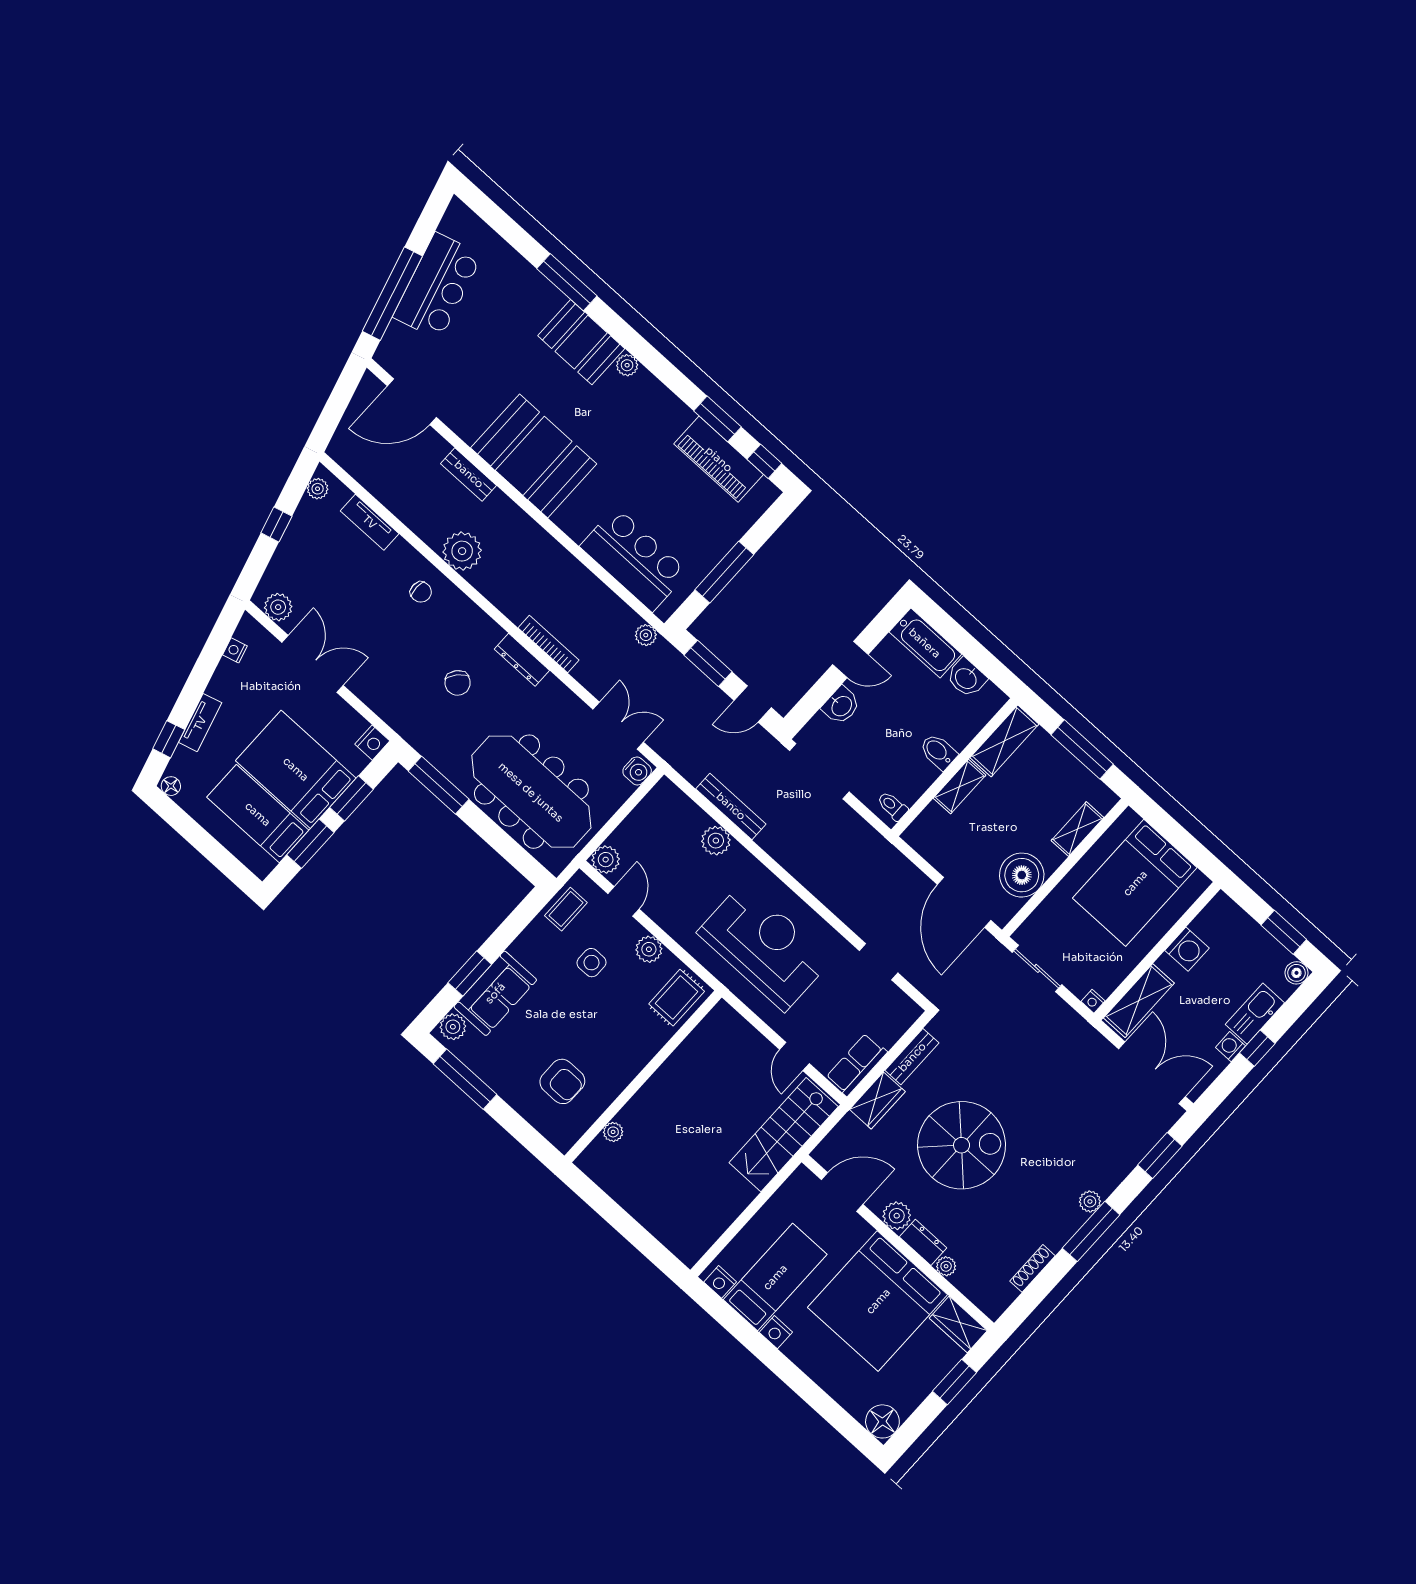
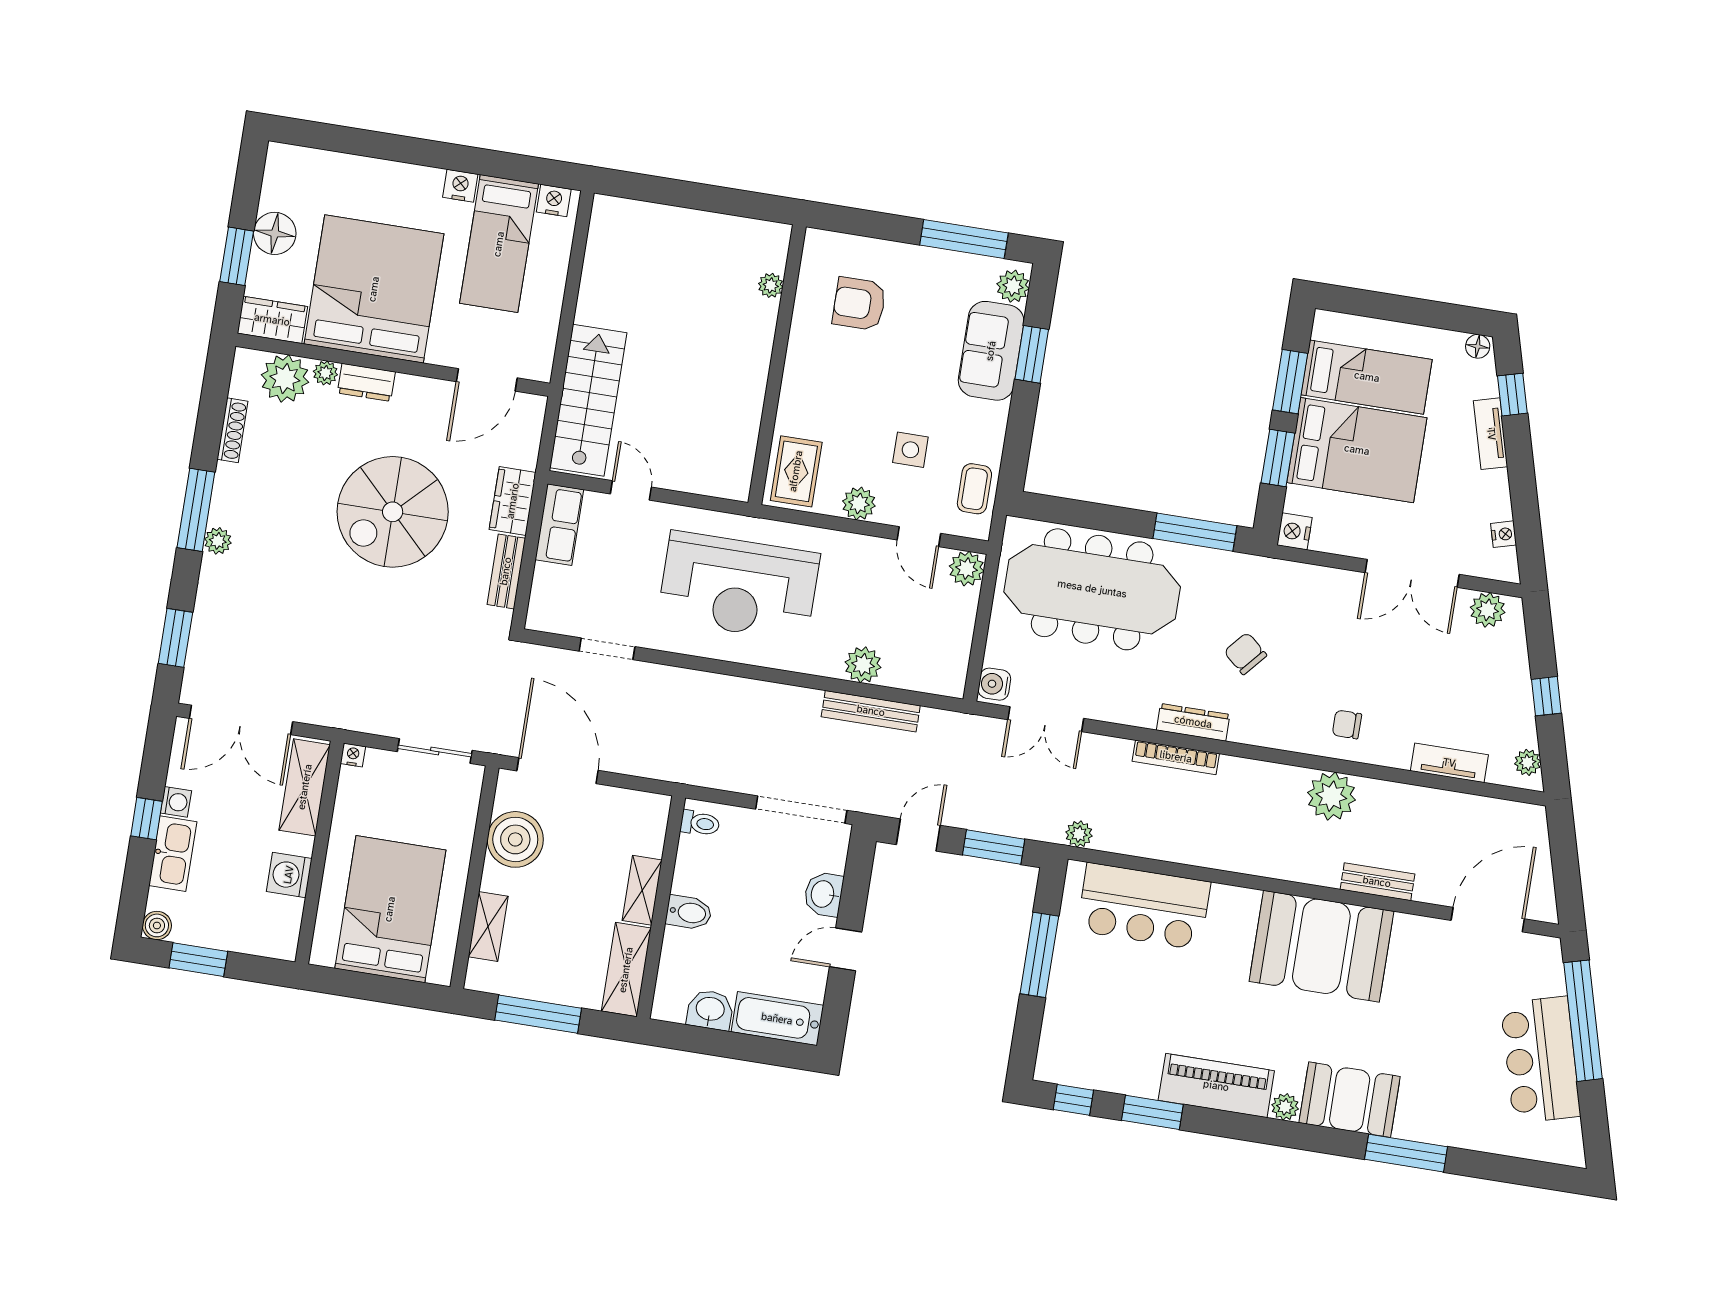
piano: (719, 459) -> (1216, 1086), moved
plant: (897, 1216) -> (285, 379), moved, width x1.36, depth x1.36
floor lamp: (882, 1421) -> (275, 233), moved

